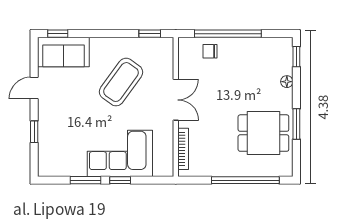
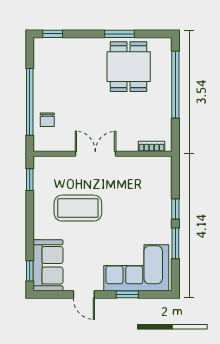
coffee table: (121, 82) -> (78, 208), turned -36
floor lamp: (287, 82) -> (77, 43), removed
bookcase: (183, 149) -> (152, 146), width x0.64
corner sofa: (120, 153) -> (136, 268), moved, turned 90

